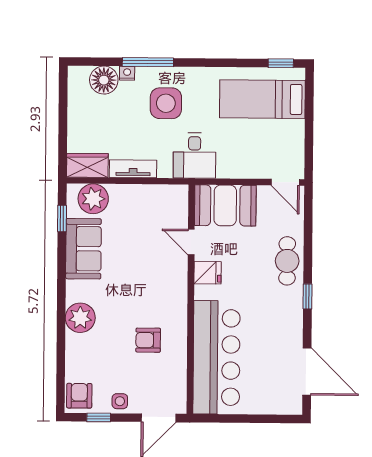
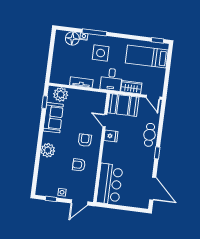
wardrobe: (87, 165) -> (131, 87), moved
bar counter: (216, 357) -> (110, 184), width x0.73
armchair: (79, 396) -> (85, 140), moved

